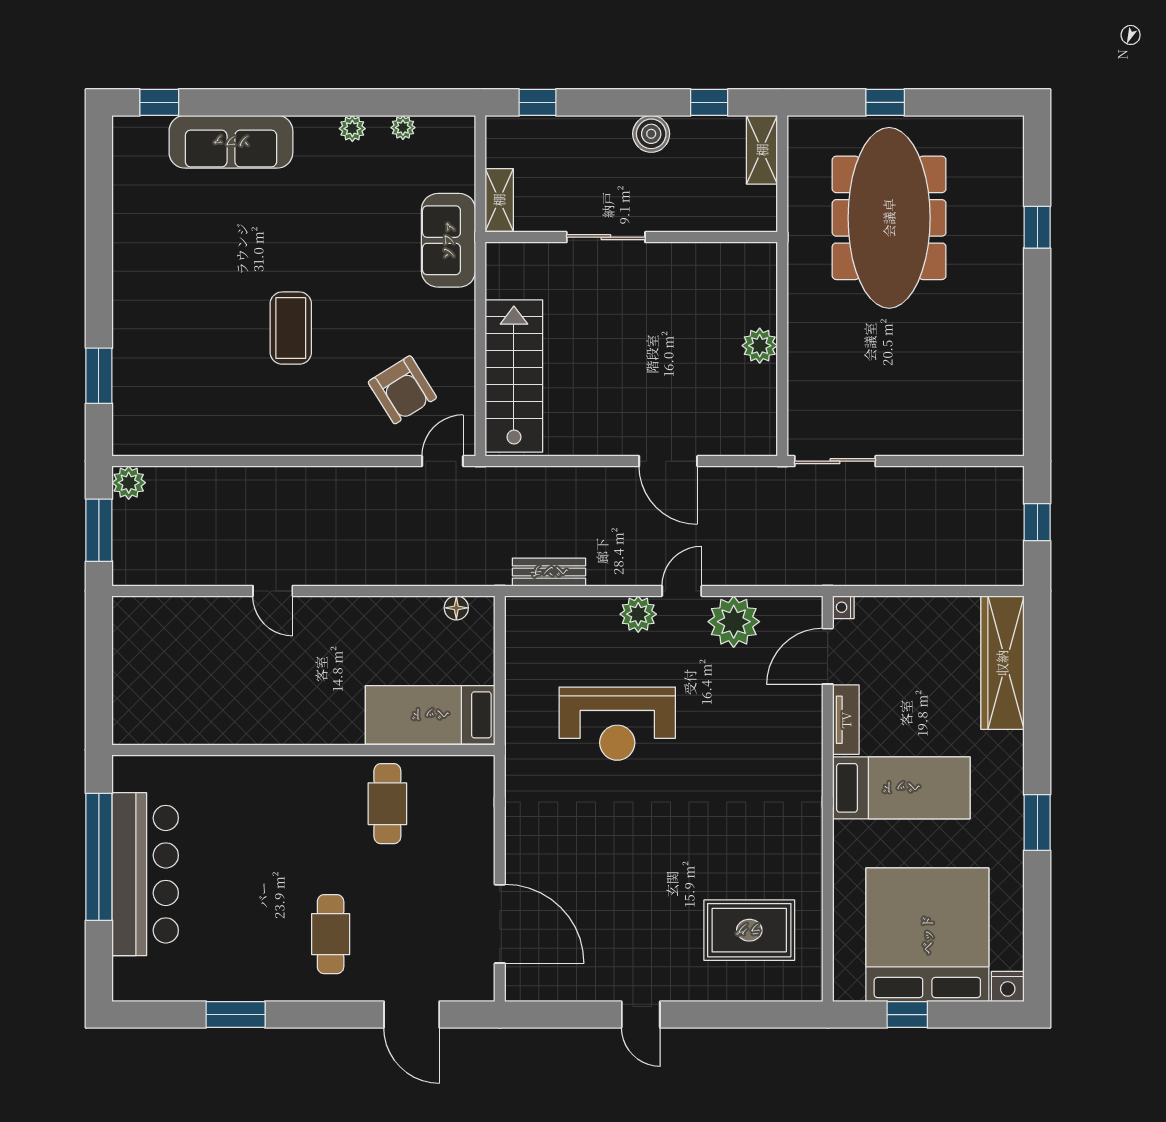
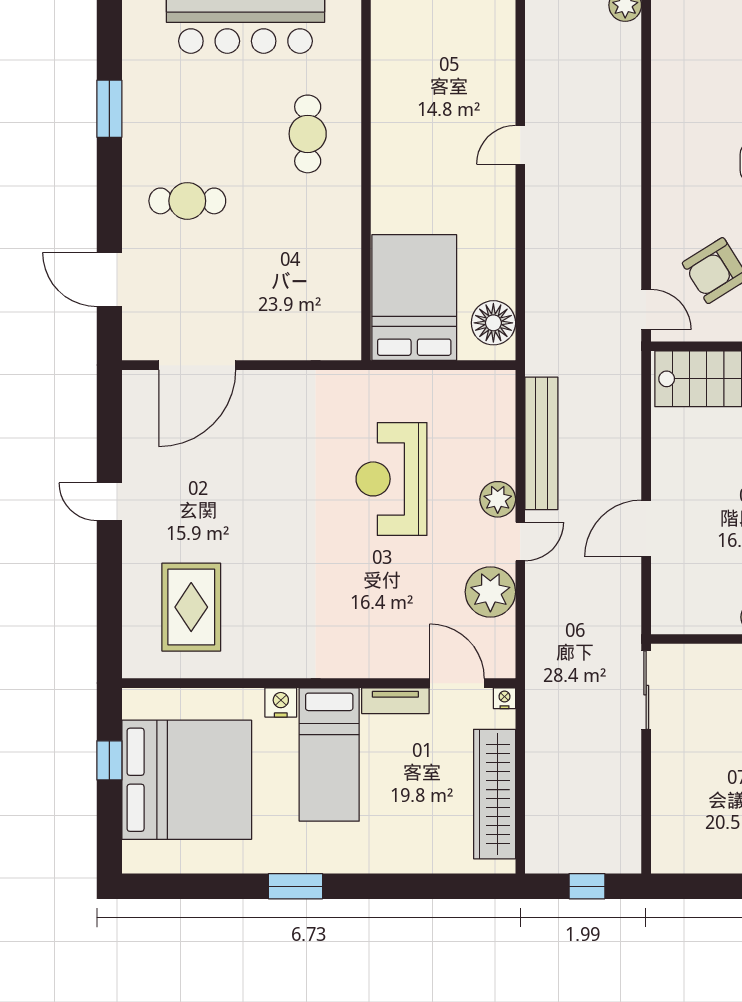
bench: (549, 572) -> (541, 443), width x1.86, depth x1.21
door: (682, 591) -> (520, 542), hinge flipped
floor lamp: (456, 608) -> (493, 323), width x1.89, depth x1.89
wardrobe: (1002, 663) -> (495, 794), moved, turned -90
bed: (430, 715) -> (414, 298), width x1.50
cafe table: (387, 804) -> (308, 134), moved, turned 90
nightstand: (1008, 986) -> (281, 702), moved, turned 90
door: (412, 1015) -> (109, 280), hinge flipped
door: (641, 1015) -> (109, 502), hinge flipped

